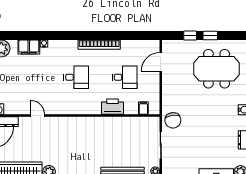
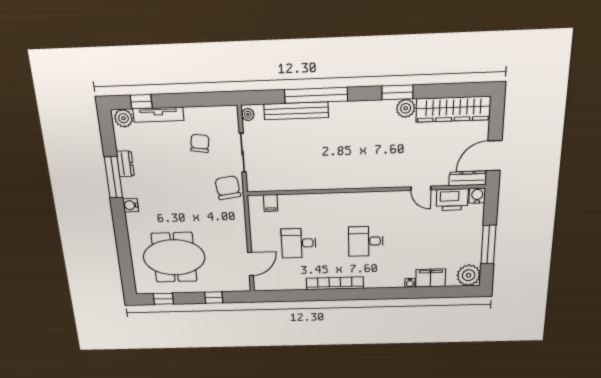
window: (210, 35) -> (163, 299), moved
printer: (112, 107) -> (452, 200), moved
chair: (190, 153) -> (200, 143), added

